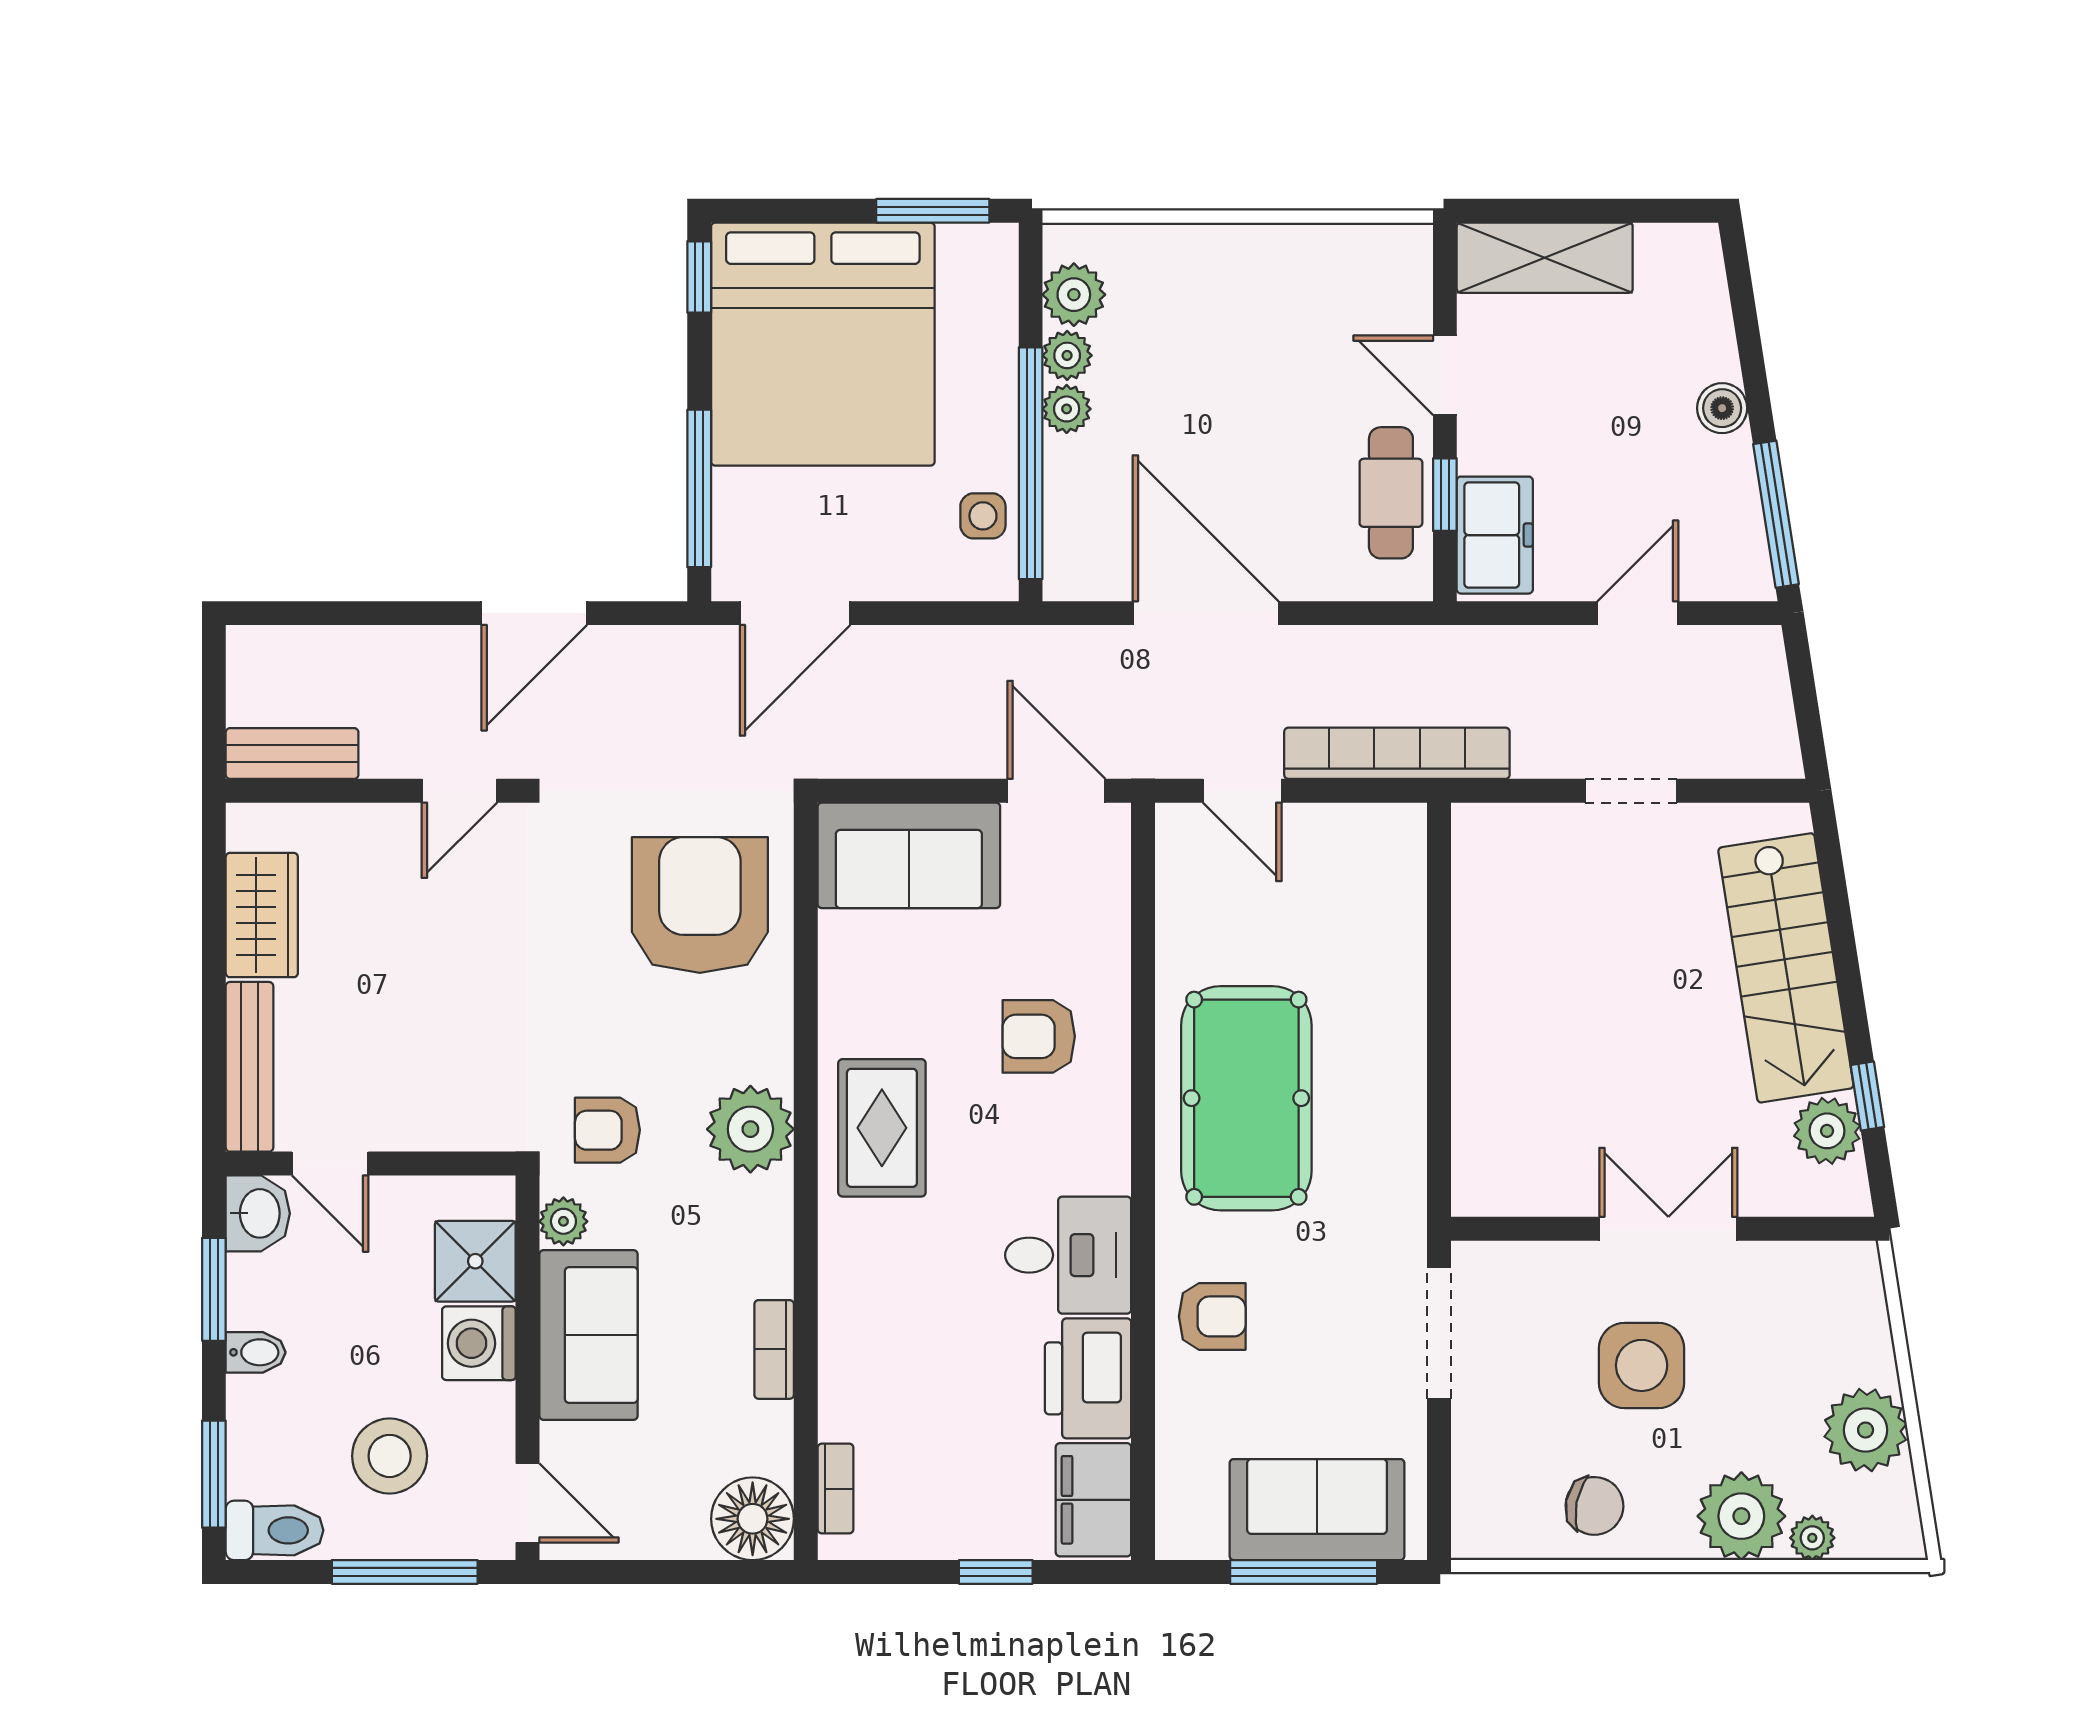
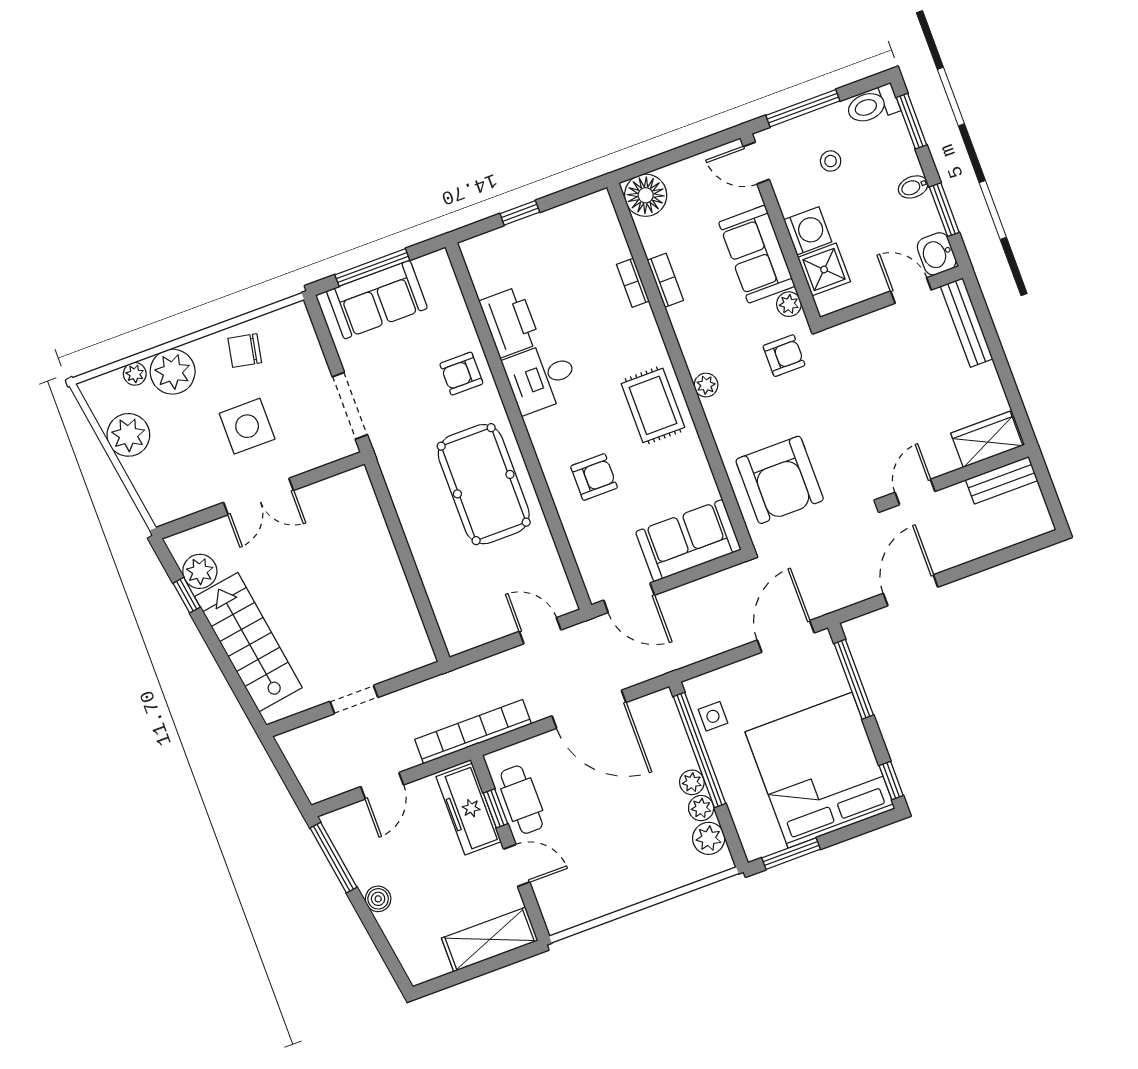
freezer: (1495, 535) -> (469, 809), width x1.40
bookcase: (1397, 753) -> (473, 732), moved, turned 180
wardrobe: (262, 915) -> (987, 439), moved, turned 90
plant: (750, 1129) -> (706, 385), width x0.53, depth x0.53
stool: (390, 1456) -> (831, 161), width x0.53, depth x0.53
bookcase: (836, 1489) -> (633, 283), moved
filing cabinet: (1093, 1500) -> (486, 265), removed

